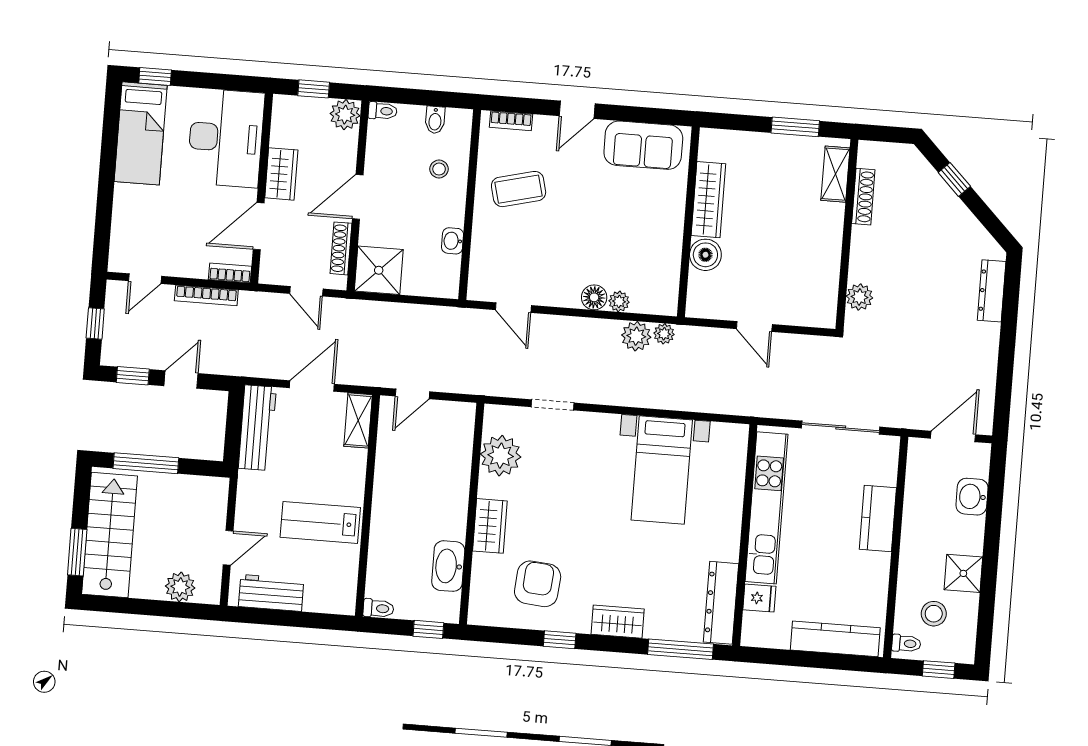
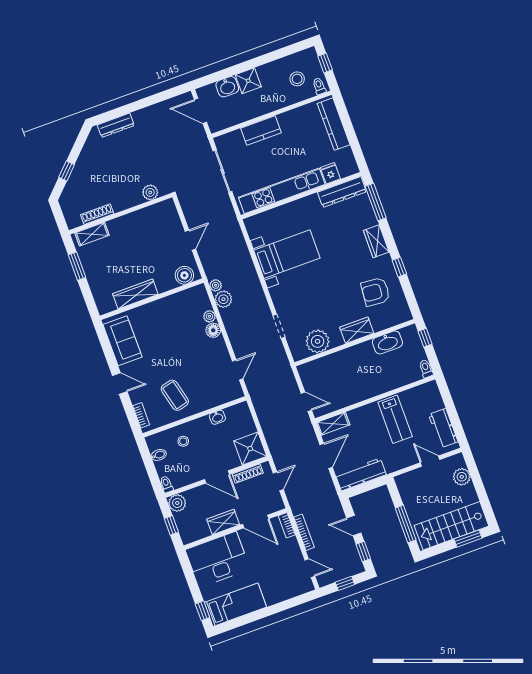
boiler: (705, 255) -> (184, 275), moved
door: (312, 386) -> (326, 456), swing flipped
shower: (963, 573) -> (248, 81), moved

